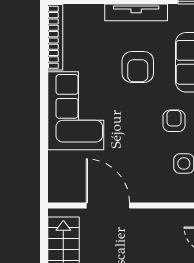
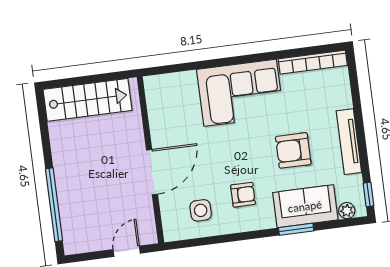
door: (108, 205) -> (152, 172), moved

